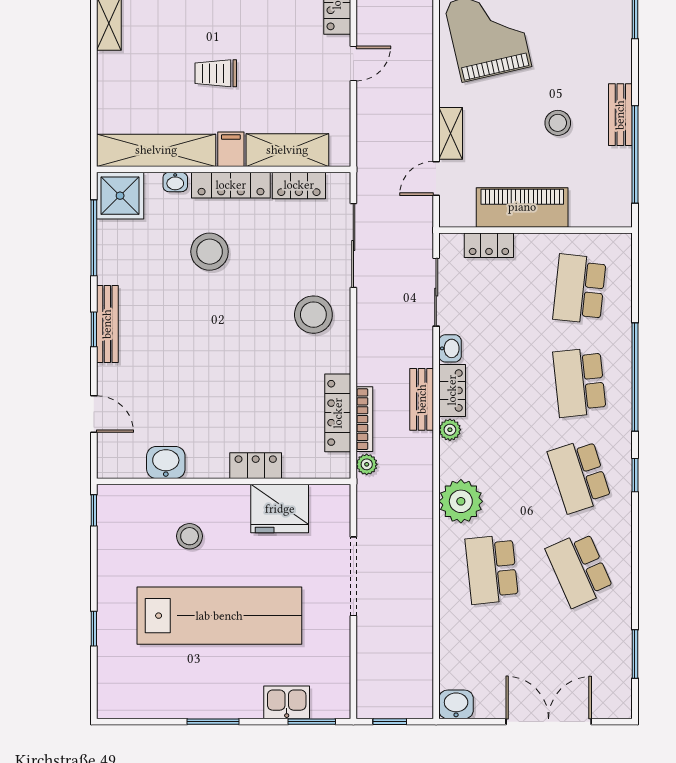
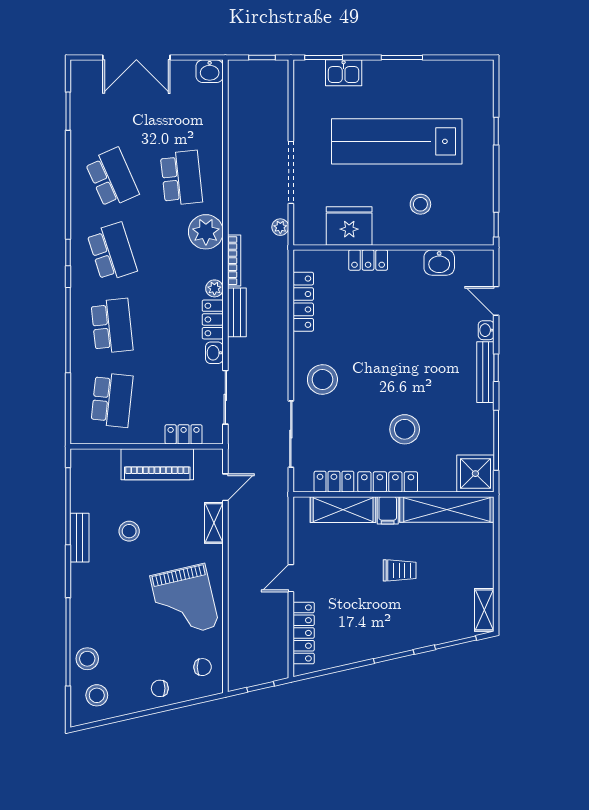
washbasin: (175, 182) -> (486, 330), moved, turned -90
bookcase: (364, 419) -> (234, 261), moved, turned 180
plant: (367, 464) -> (280, 227), moved

